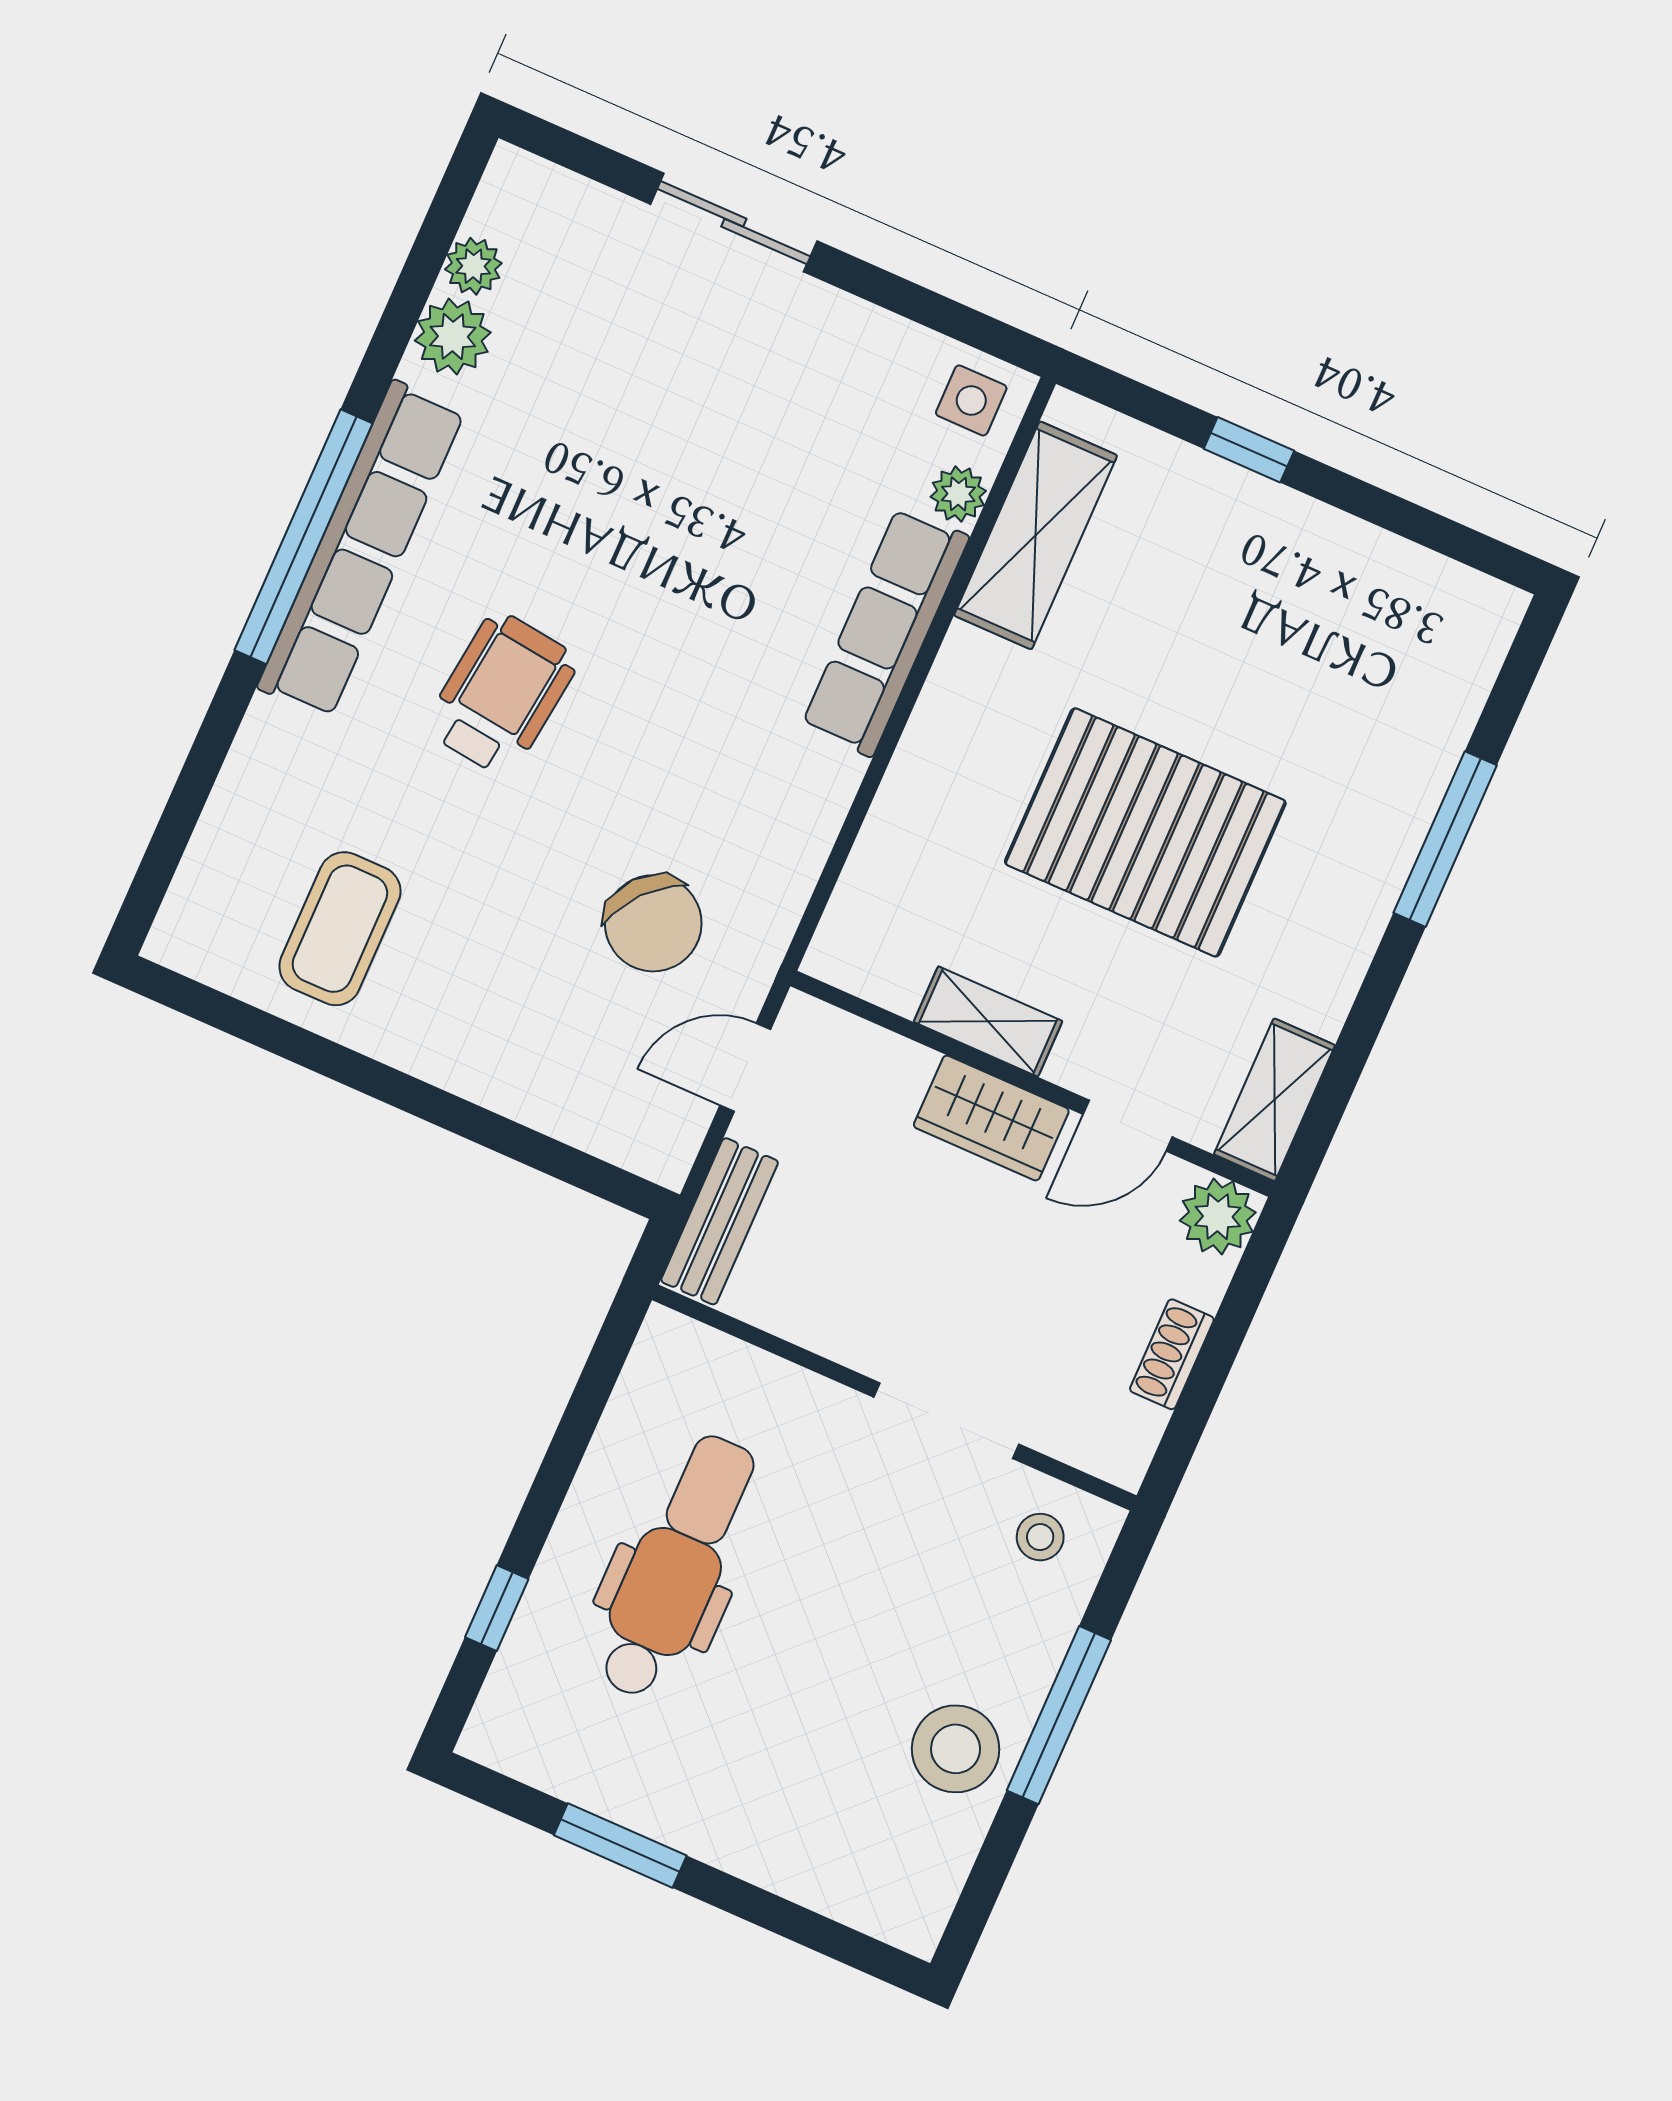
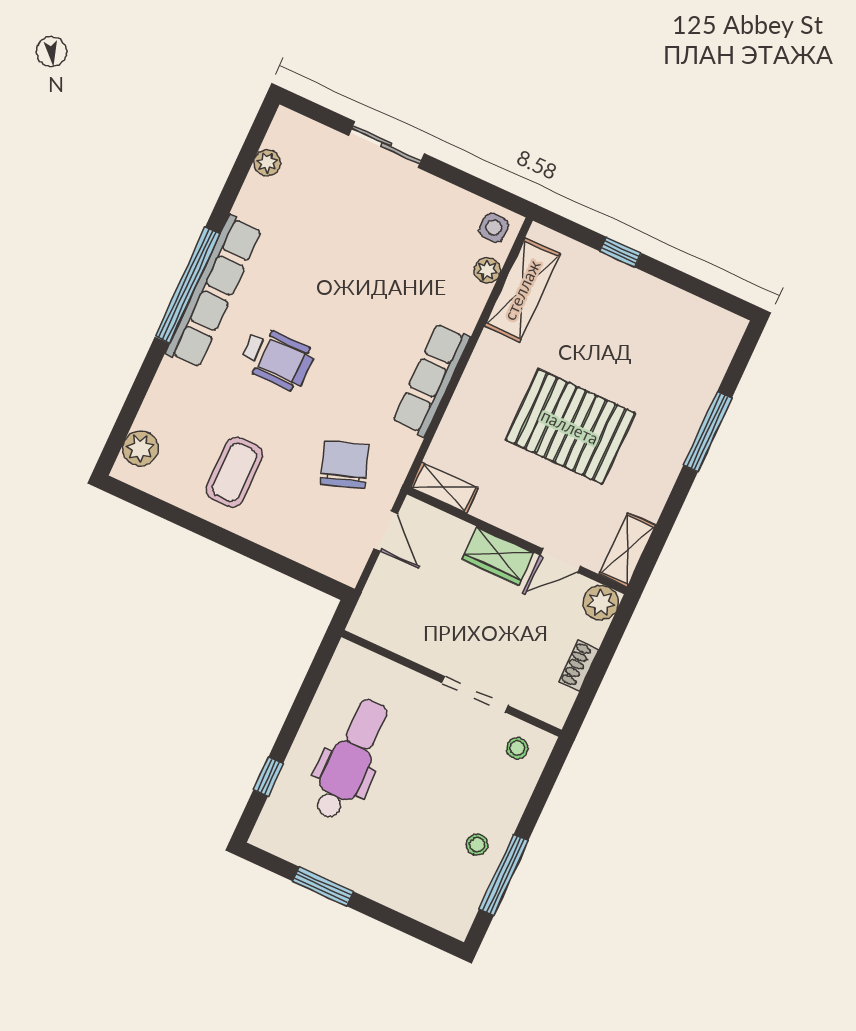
plant: (453, 337) -> (140, 448), moved
row of seats: (885, 631) -> (431, 380), moved
wheelchair: (501, 694) -> (277, 358), turned 83
chair: (653, 923) -> (345, 465), turned -150
coffee table: (340, 929) -> (234, 472), moved
shelving: (988, 1021) -> (444, 488), moved
door: (745, 1067) -> (386, 531), swing flipped
bench: (720, 1221) -> (373, 601), removed
window: (1059, 1715) -> (504, 875), moved
stool: (956, 1749) -> (477, 845), width x0.53, depth x0.53

